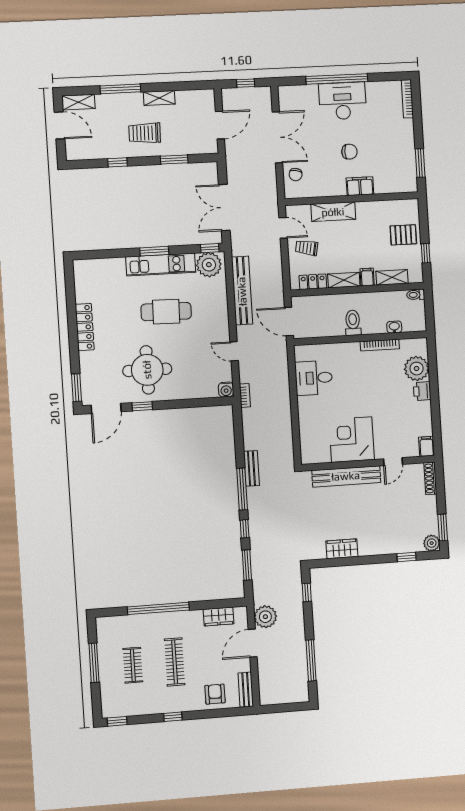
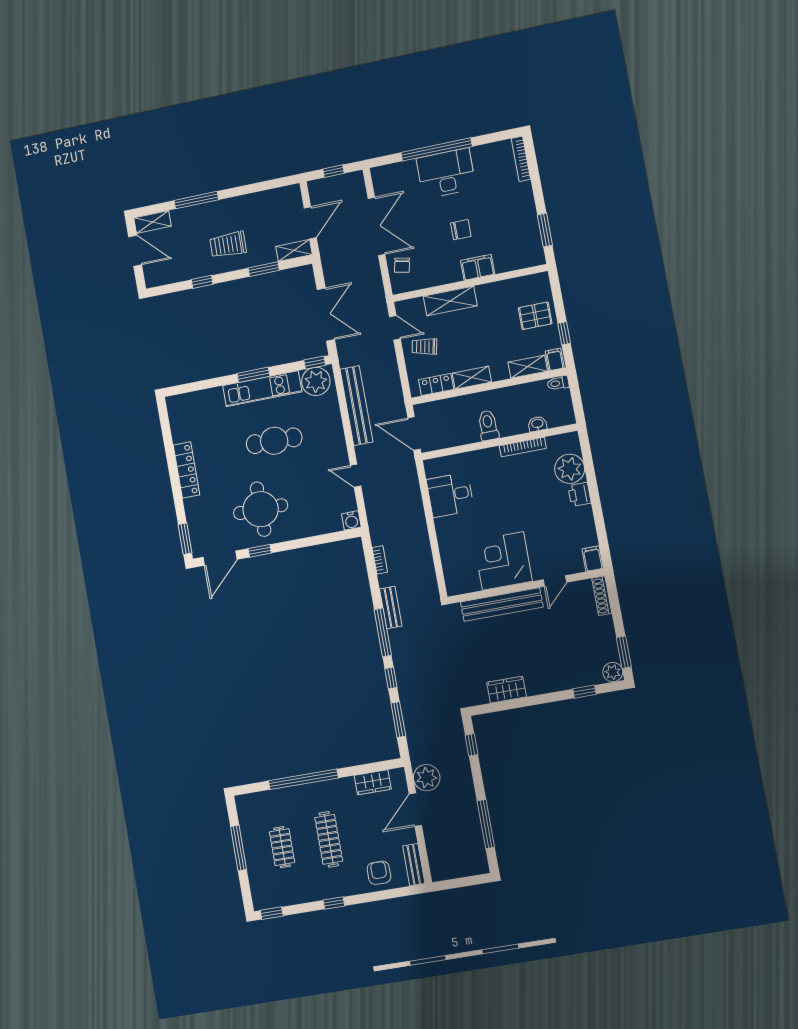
shelving: (159, 98) -> (294, 250), moved
double door: (224, 208) -> (326, 315), swing flipped
filing cabinet: (367, 277) -> (555, 359), moved
bookcase: (245, 395) -> (380, 560), moved

